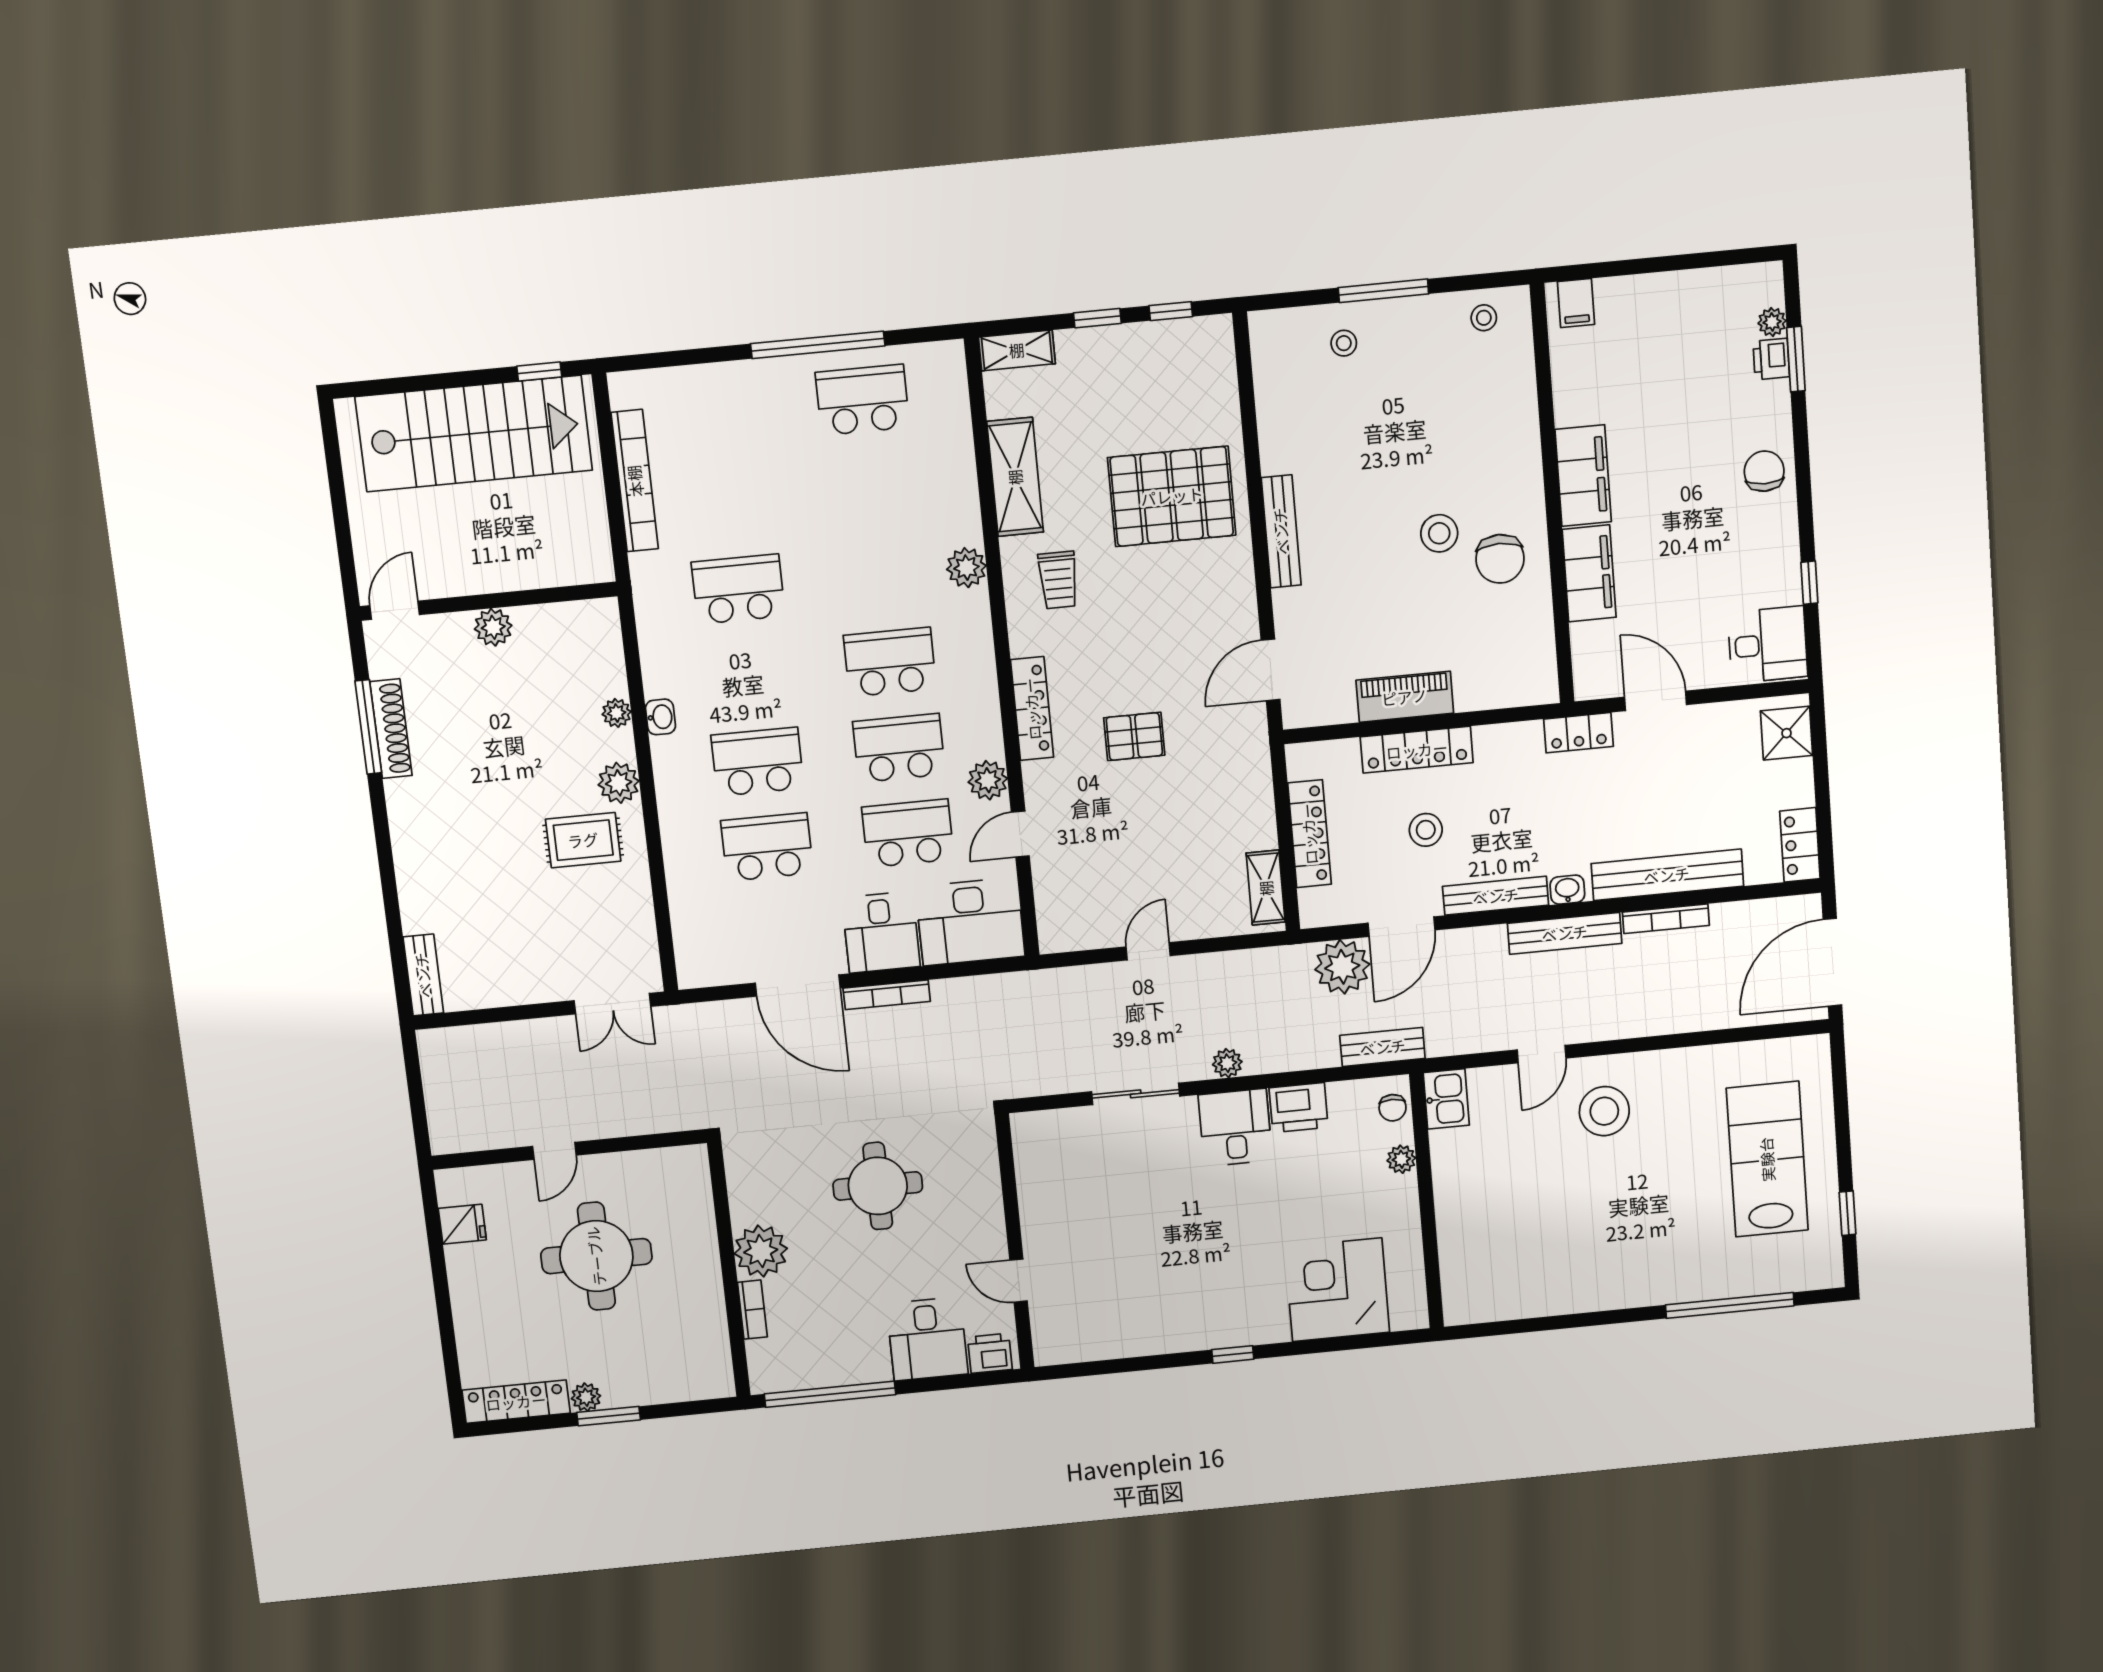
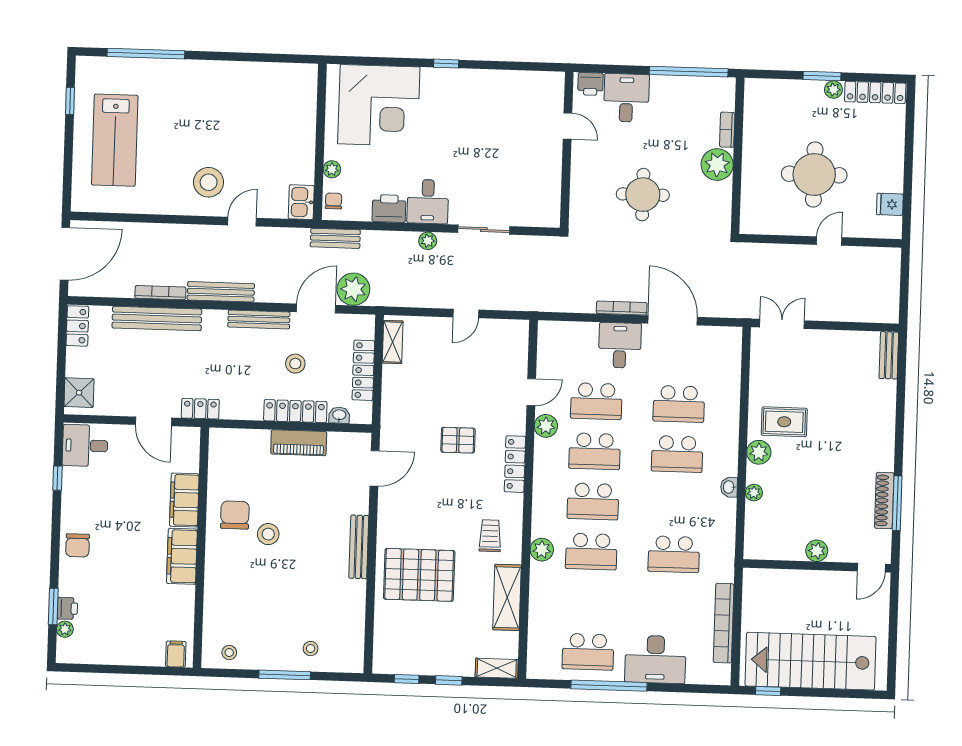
school desk: (881, 575) -> (591, 552), added
washbasin: (1567, 890) -> (339, 415), moved, turned 180
desk: (970, 922) -> (655, 659), moved, turned 180
corner desk: (1337, 1290) -> (379, 105), width x1.36, depth x1.36

